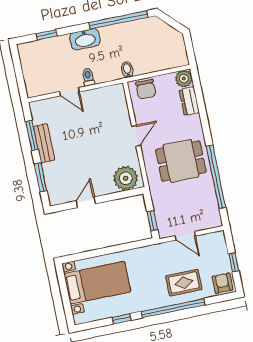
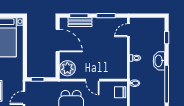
door: (69, 92) -> (128, 30), moved
bench: (44, 143) -> (80, 22), moved
door: (86, 202) -> (58, 40), width x1.88

